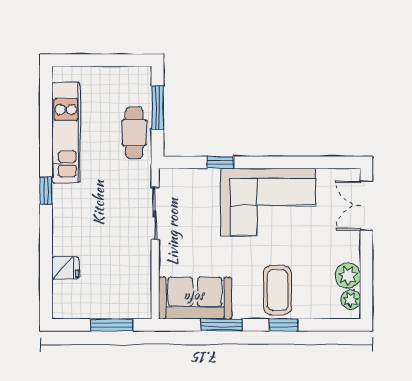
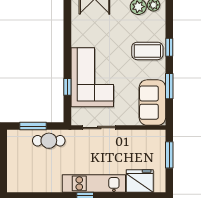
kitchen unit: (66, 133) -> (94, 183), moved
corner sofa: (268, 202) -> (92, 77), moved
fridge: (65, 268) -> (140, 181), width x1.88, depth x1.34

